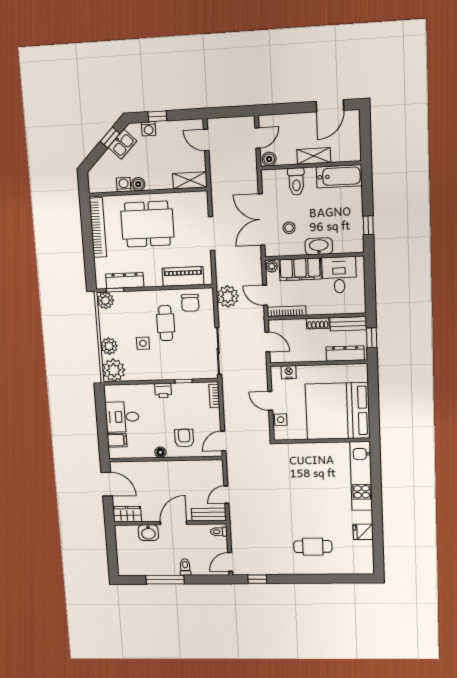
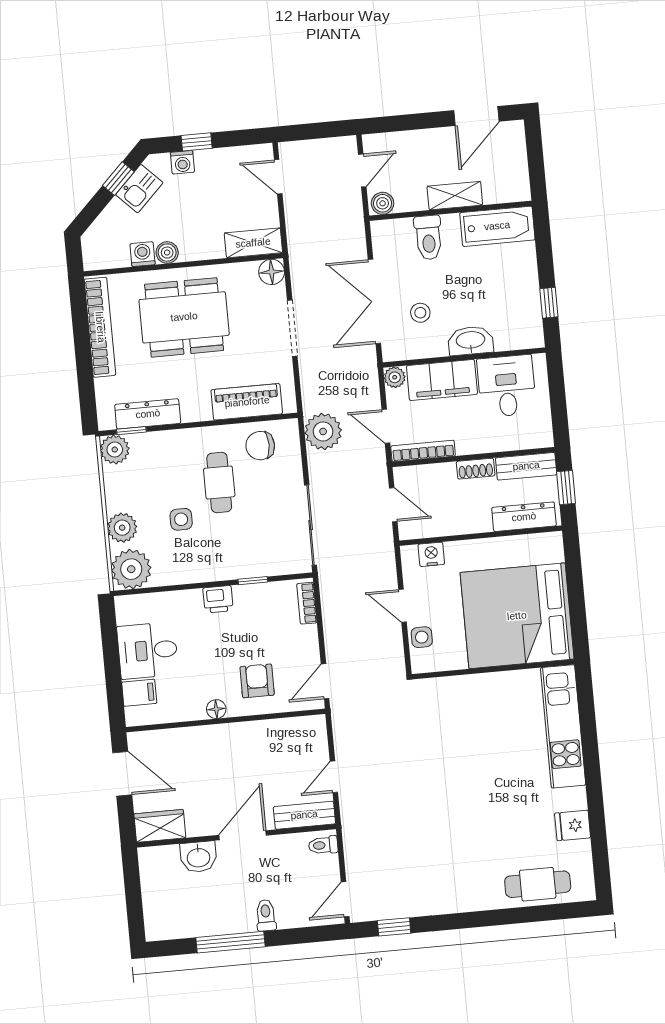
floor lamp: (200, 199) -> (272, 272), added
chair: (190, 303) -> (260, 446), turned 90
cafe table: (313, 547) -> (538, 884), moved

